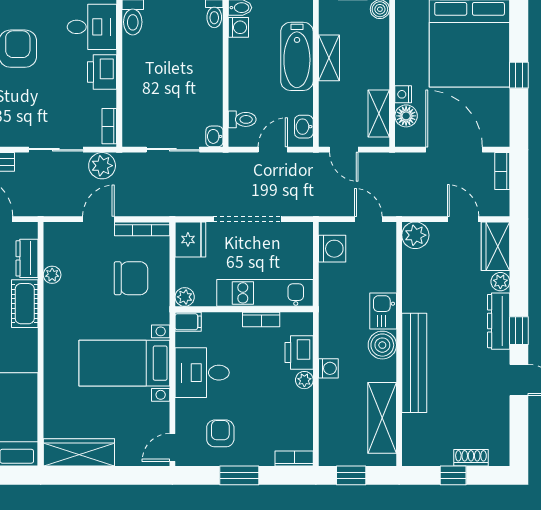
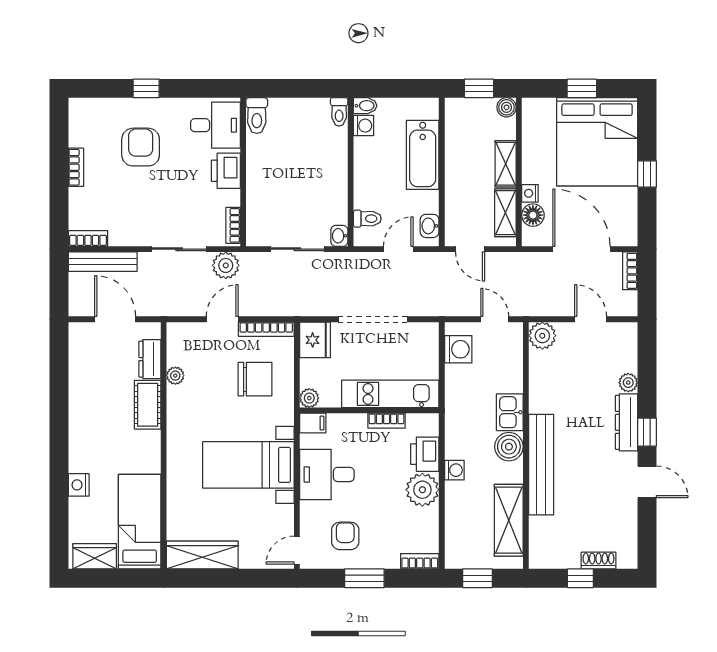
shelving: (329, 58) -> (506, 164), moved
wardrobe: (496, 246) -> (623, 347), removed
plant: (304, 380) -> (422, 490), width x1.88, depth x1.88

